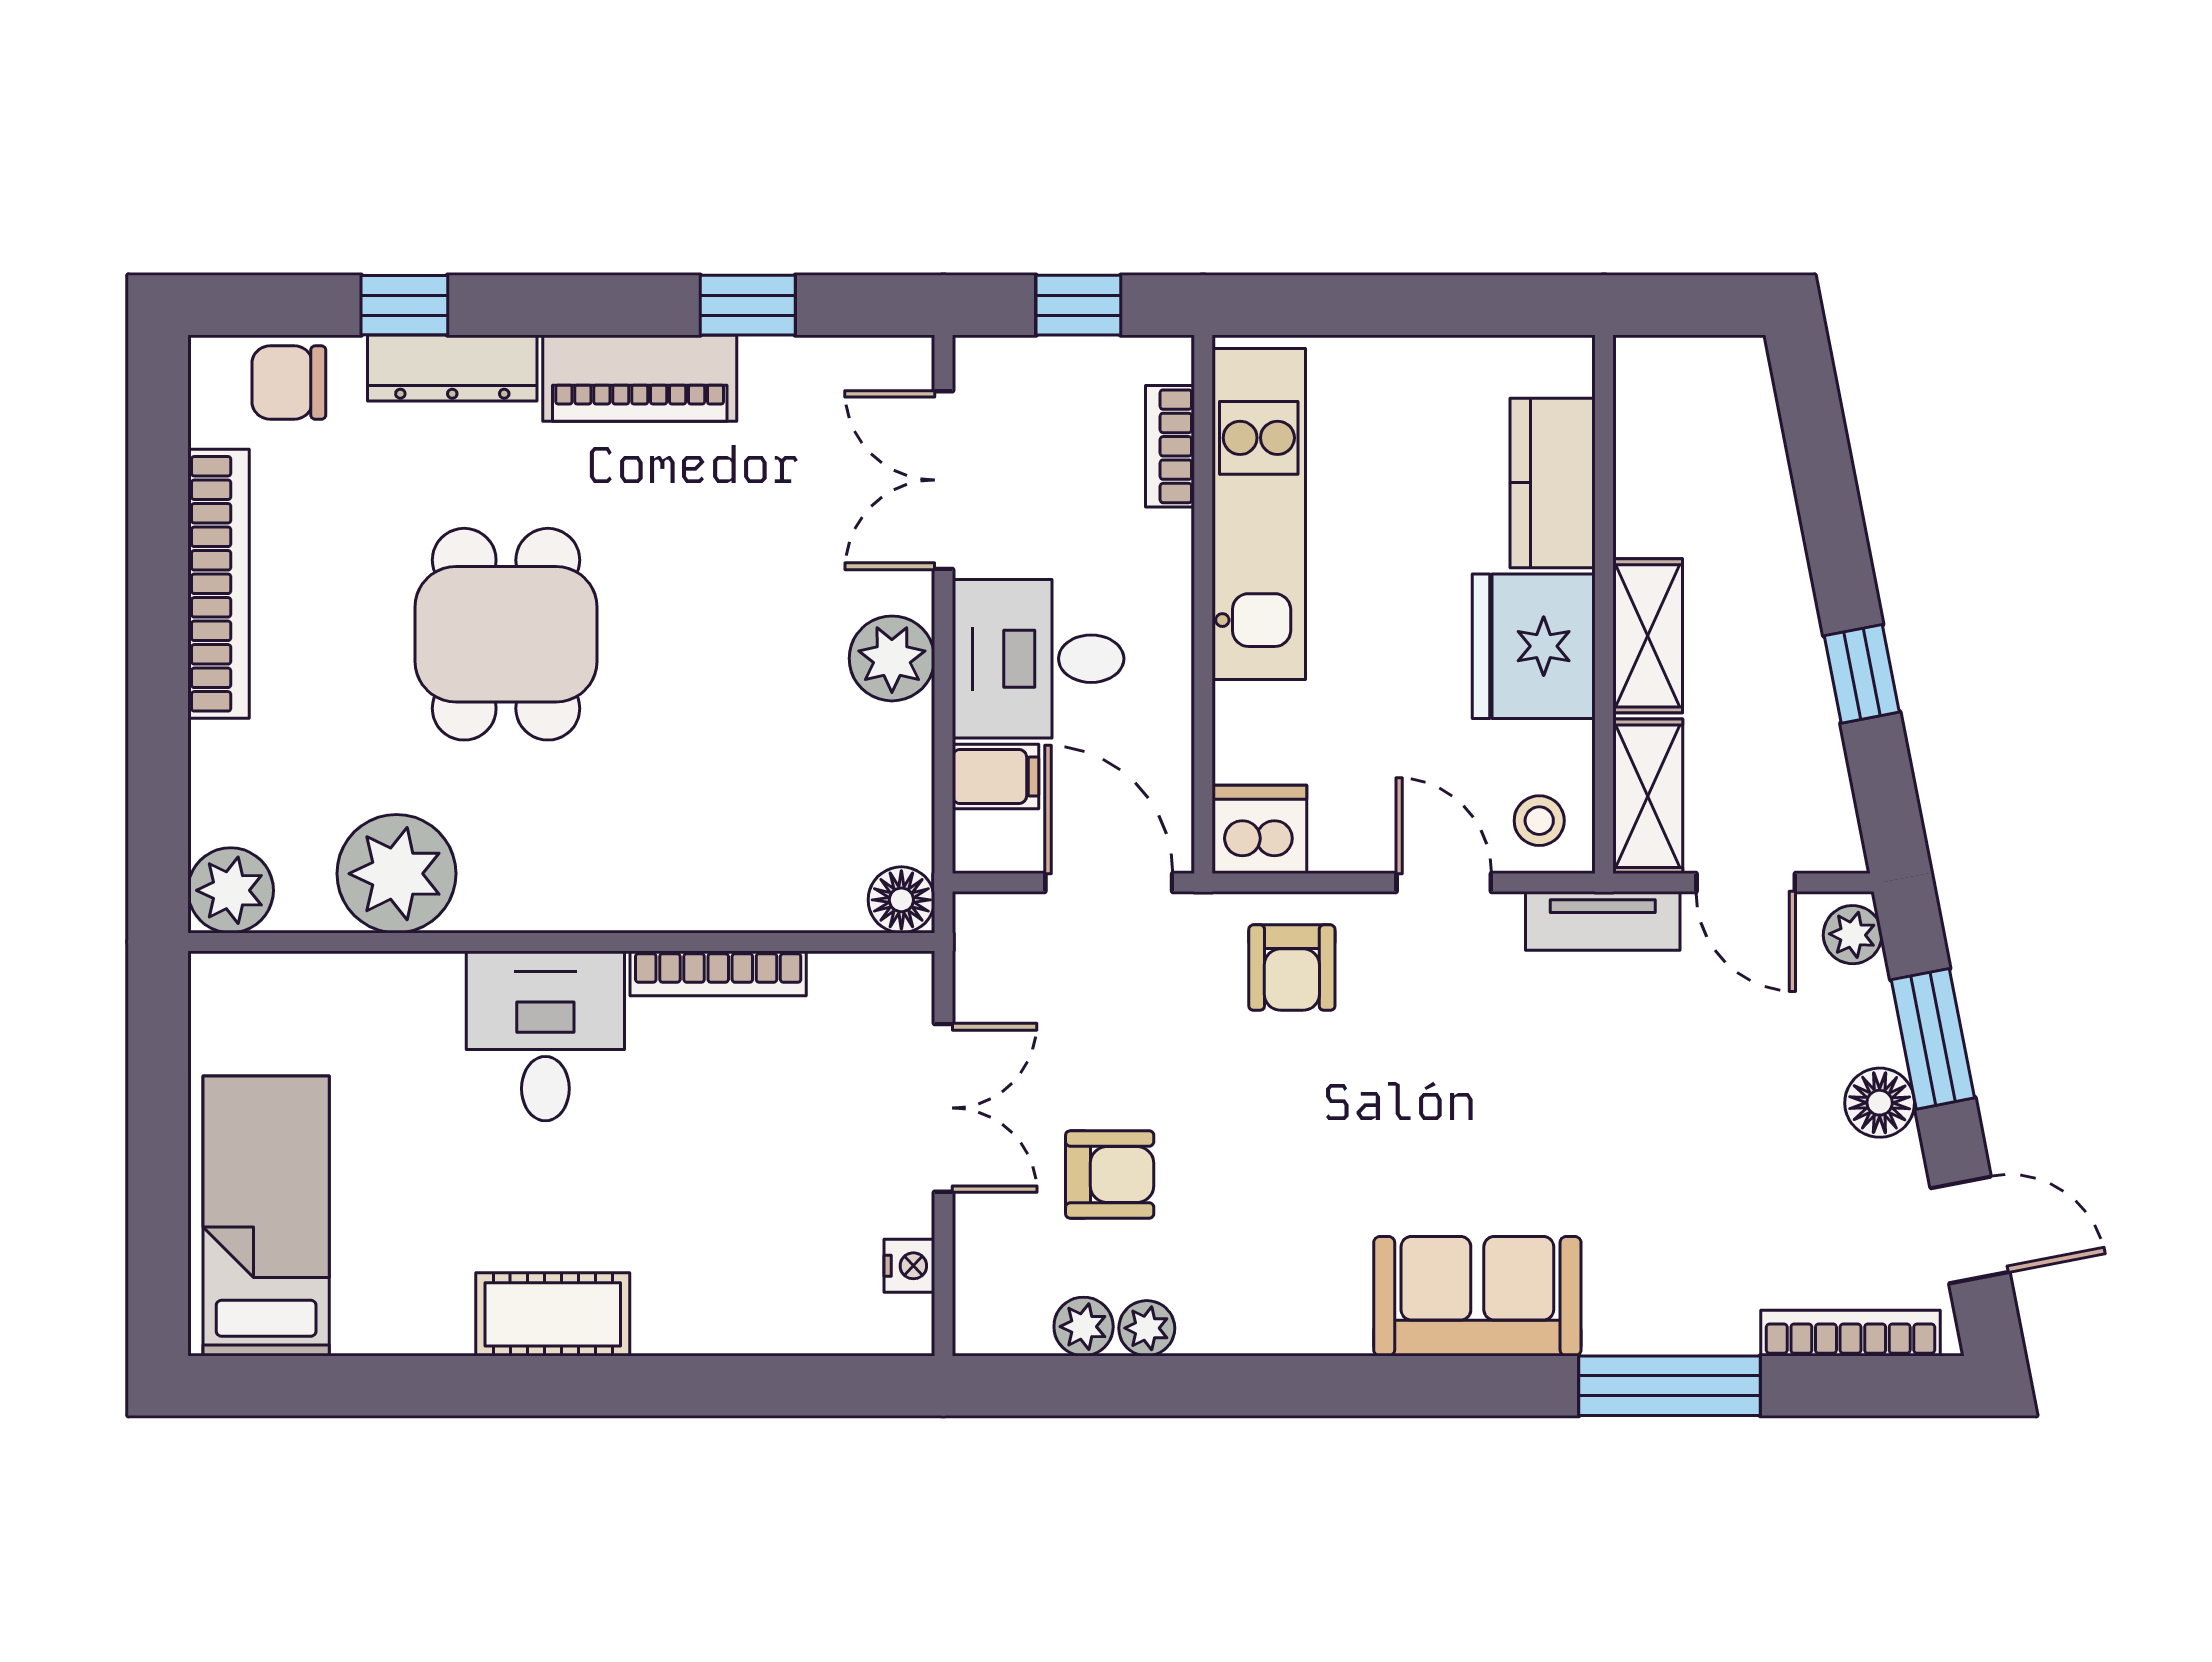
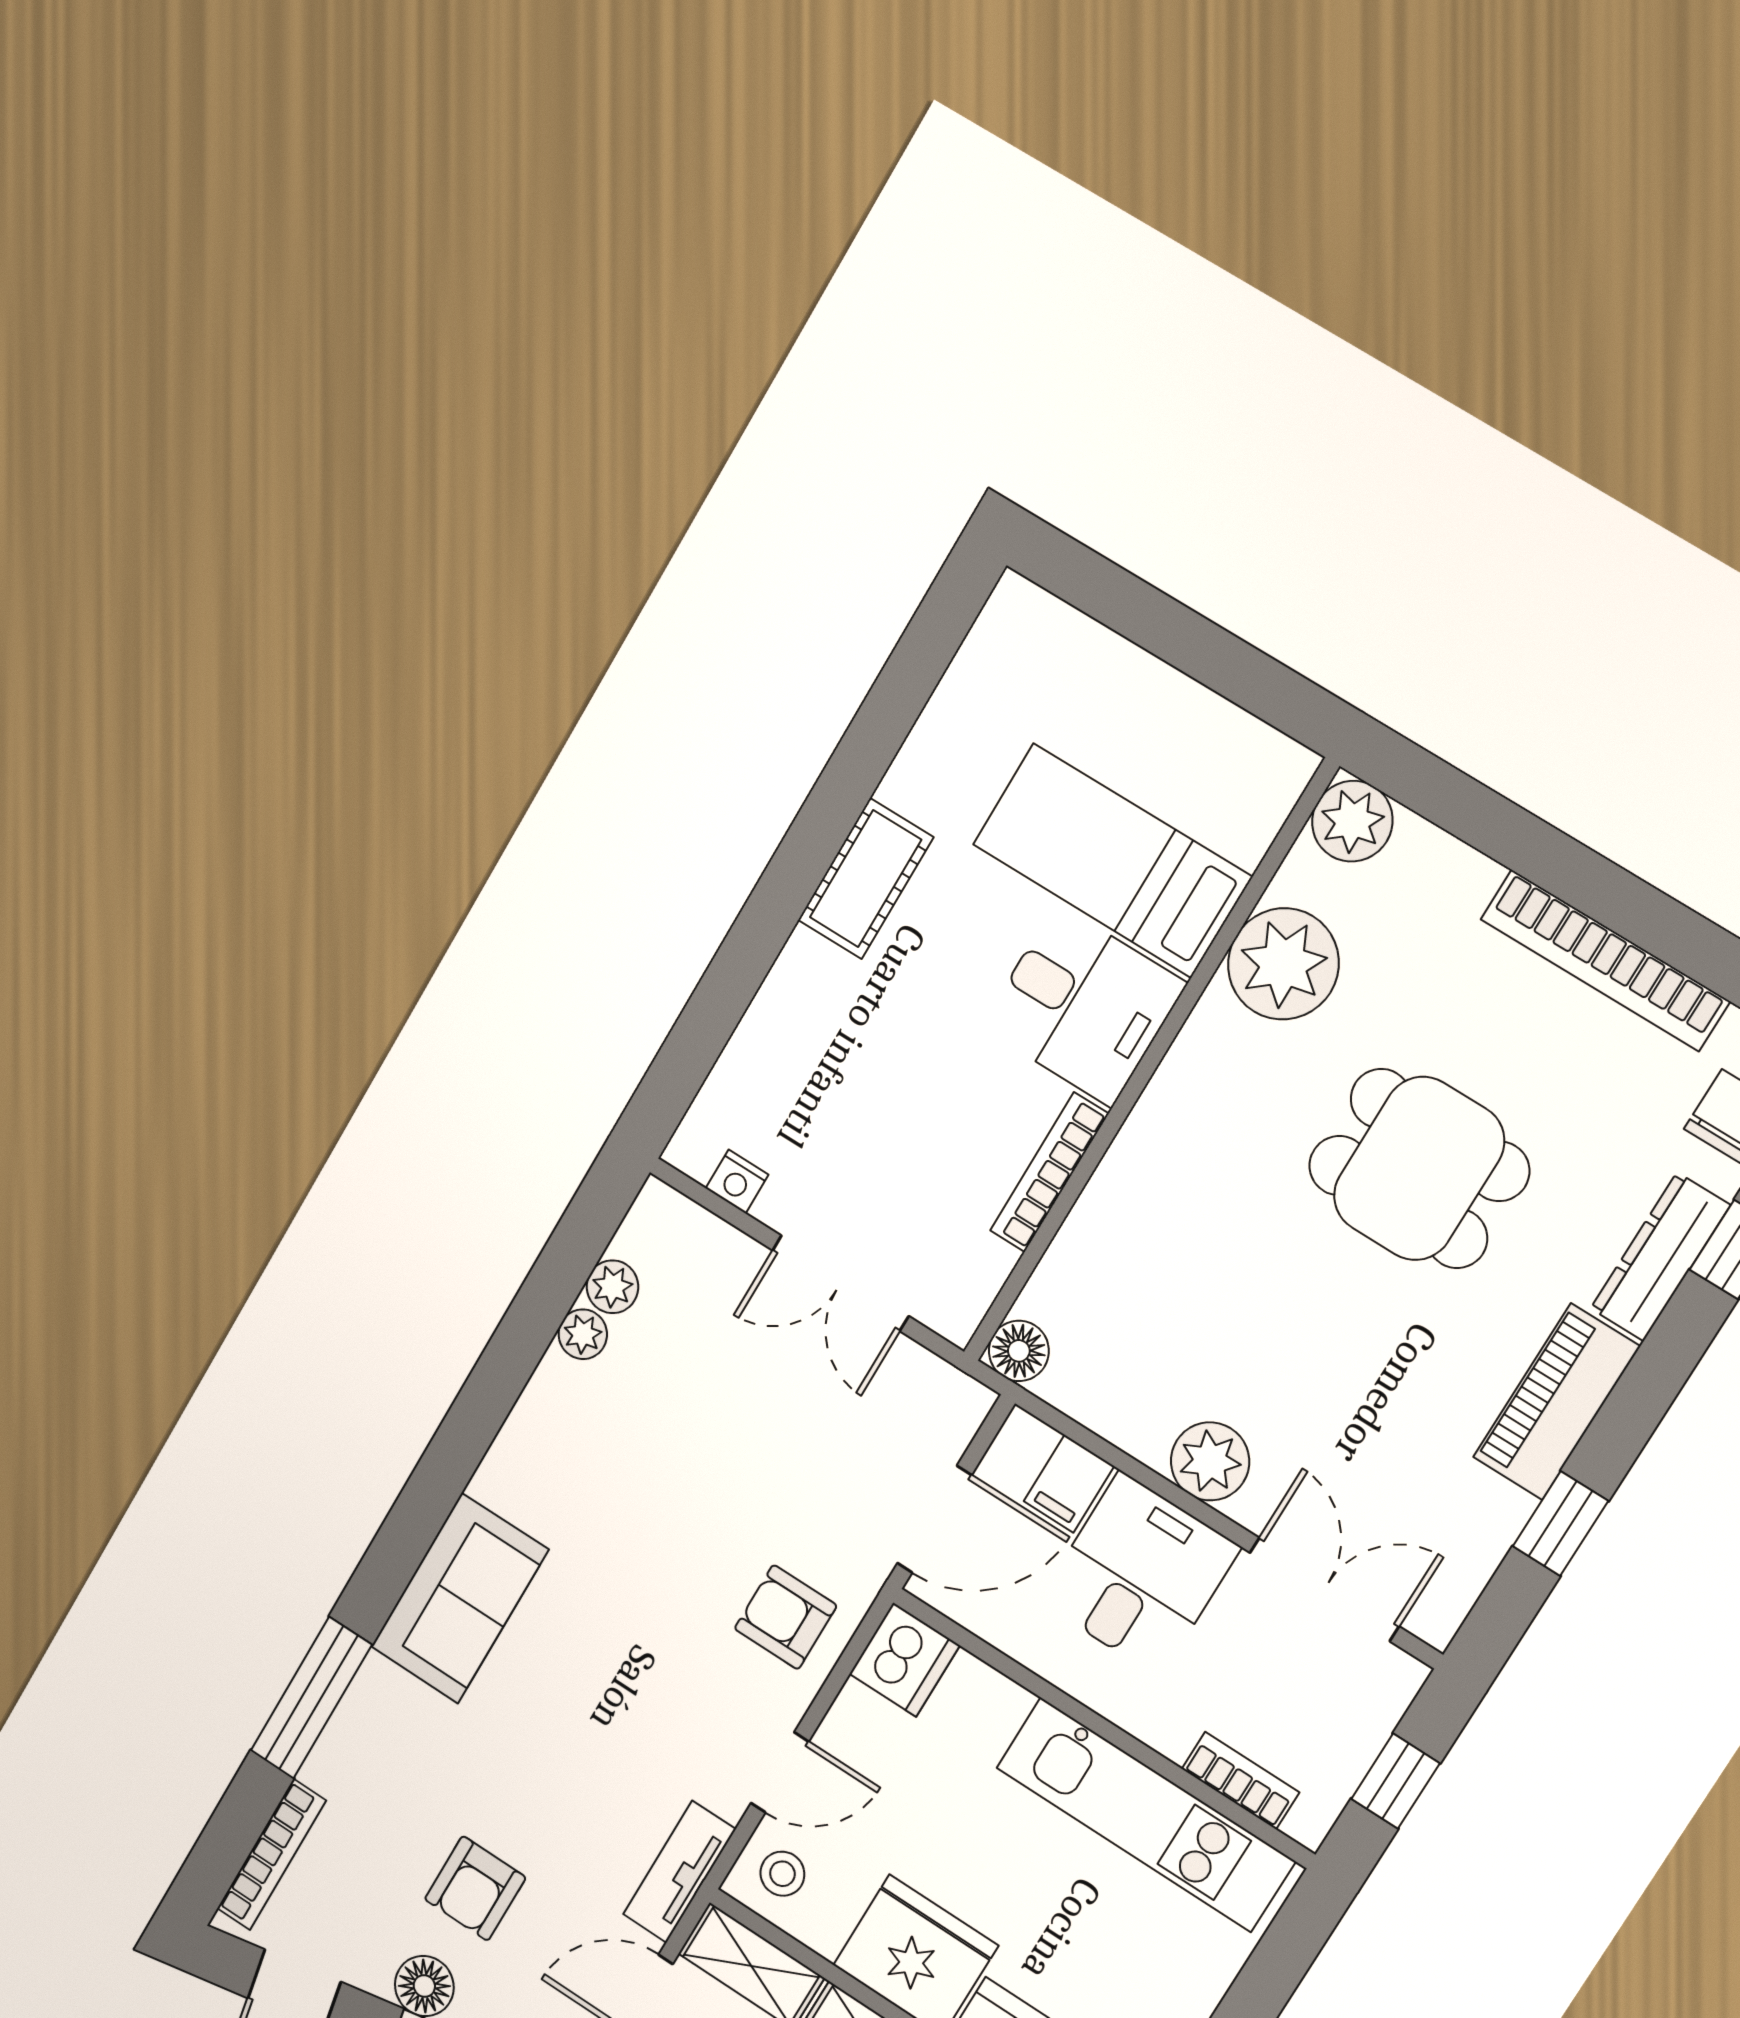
armchair: (1110, 1174) -> (475, 1888), moved
bed: (266, 1216) -> (1112, 860), moved, turned 180

